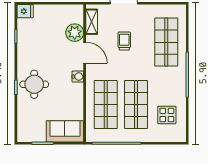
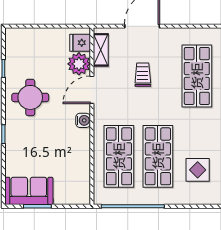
fridge: (25, 11) -> (80, 43), moved, turned 180
door: (85, 53) -> (92, 90), swing flipped
round table: (34, 84) -> (30, 97), moved
sofa: (65, 131) -> (29, 191), moved

